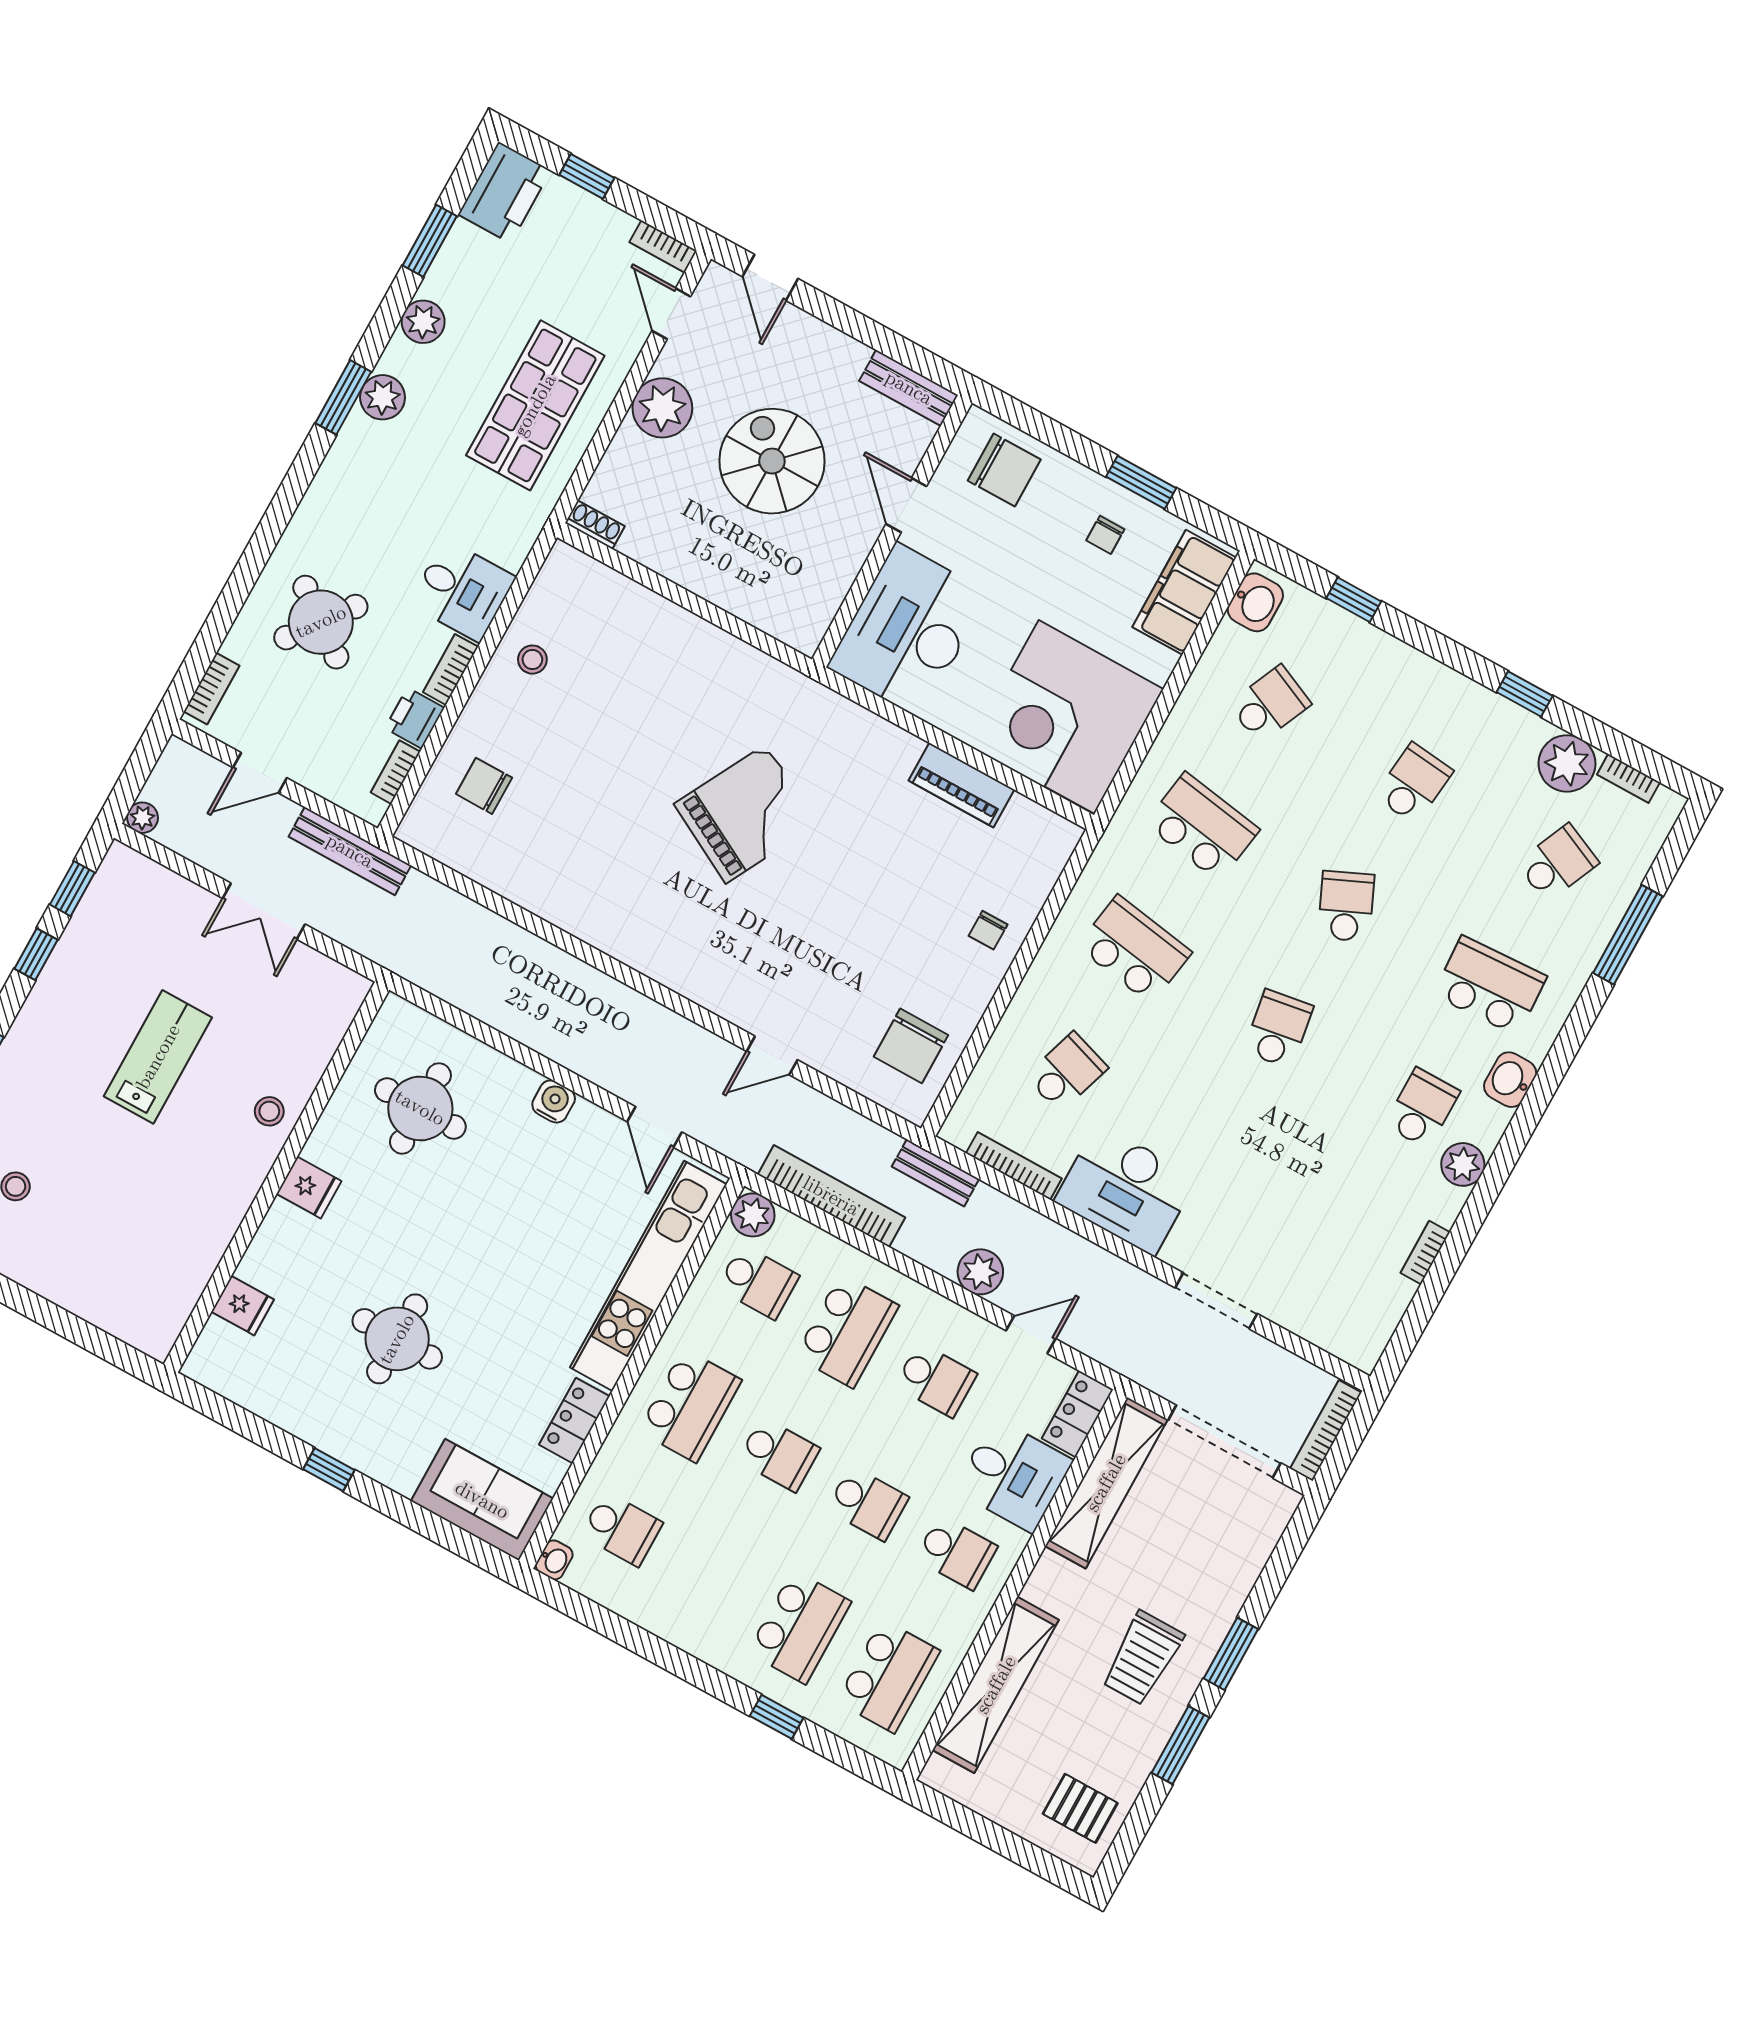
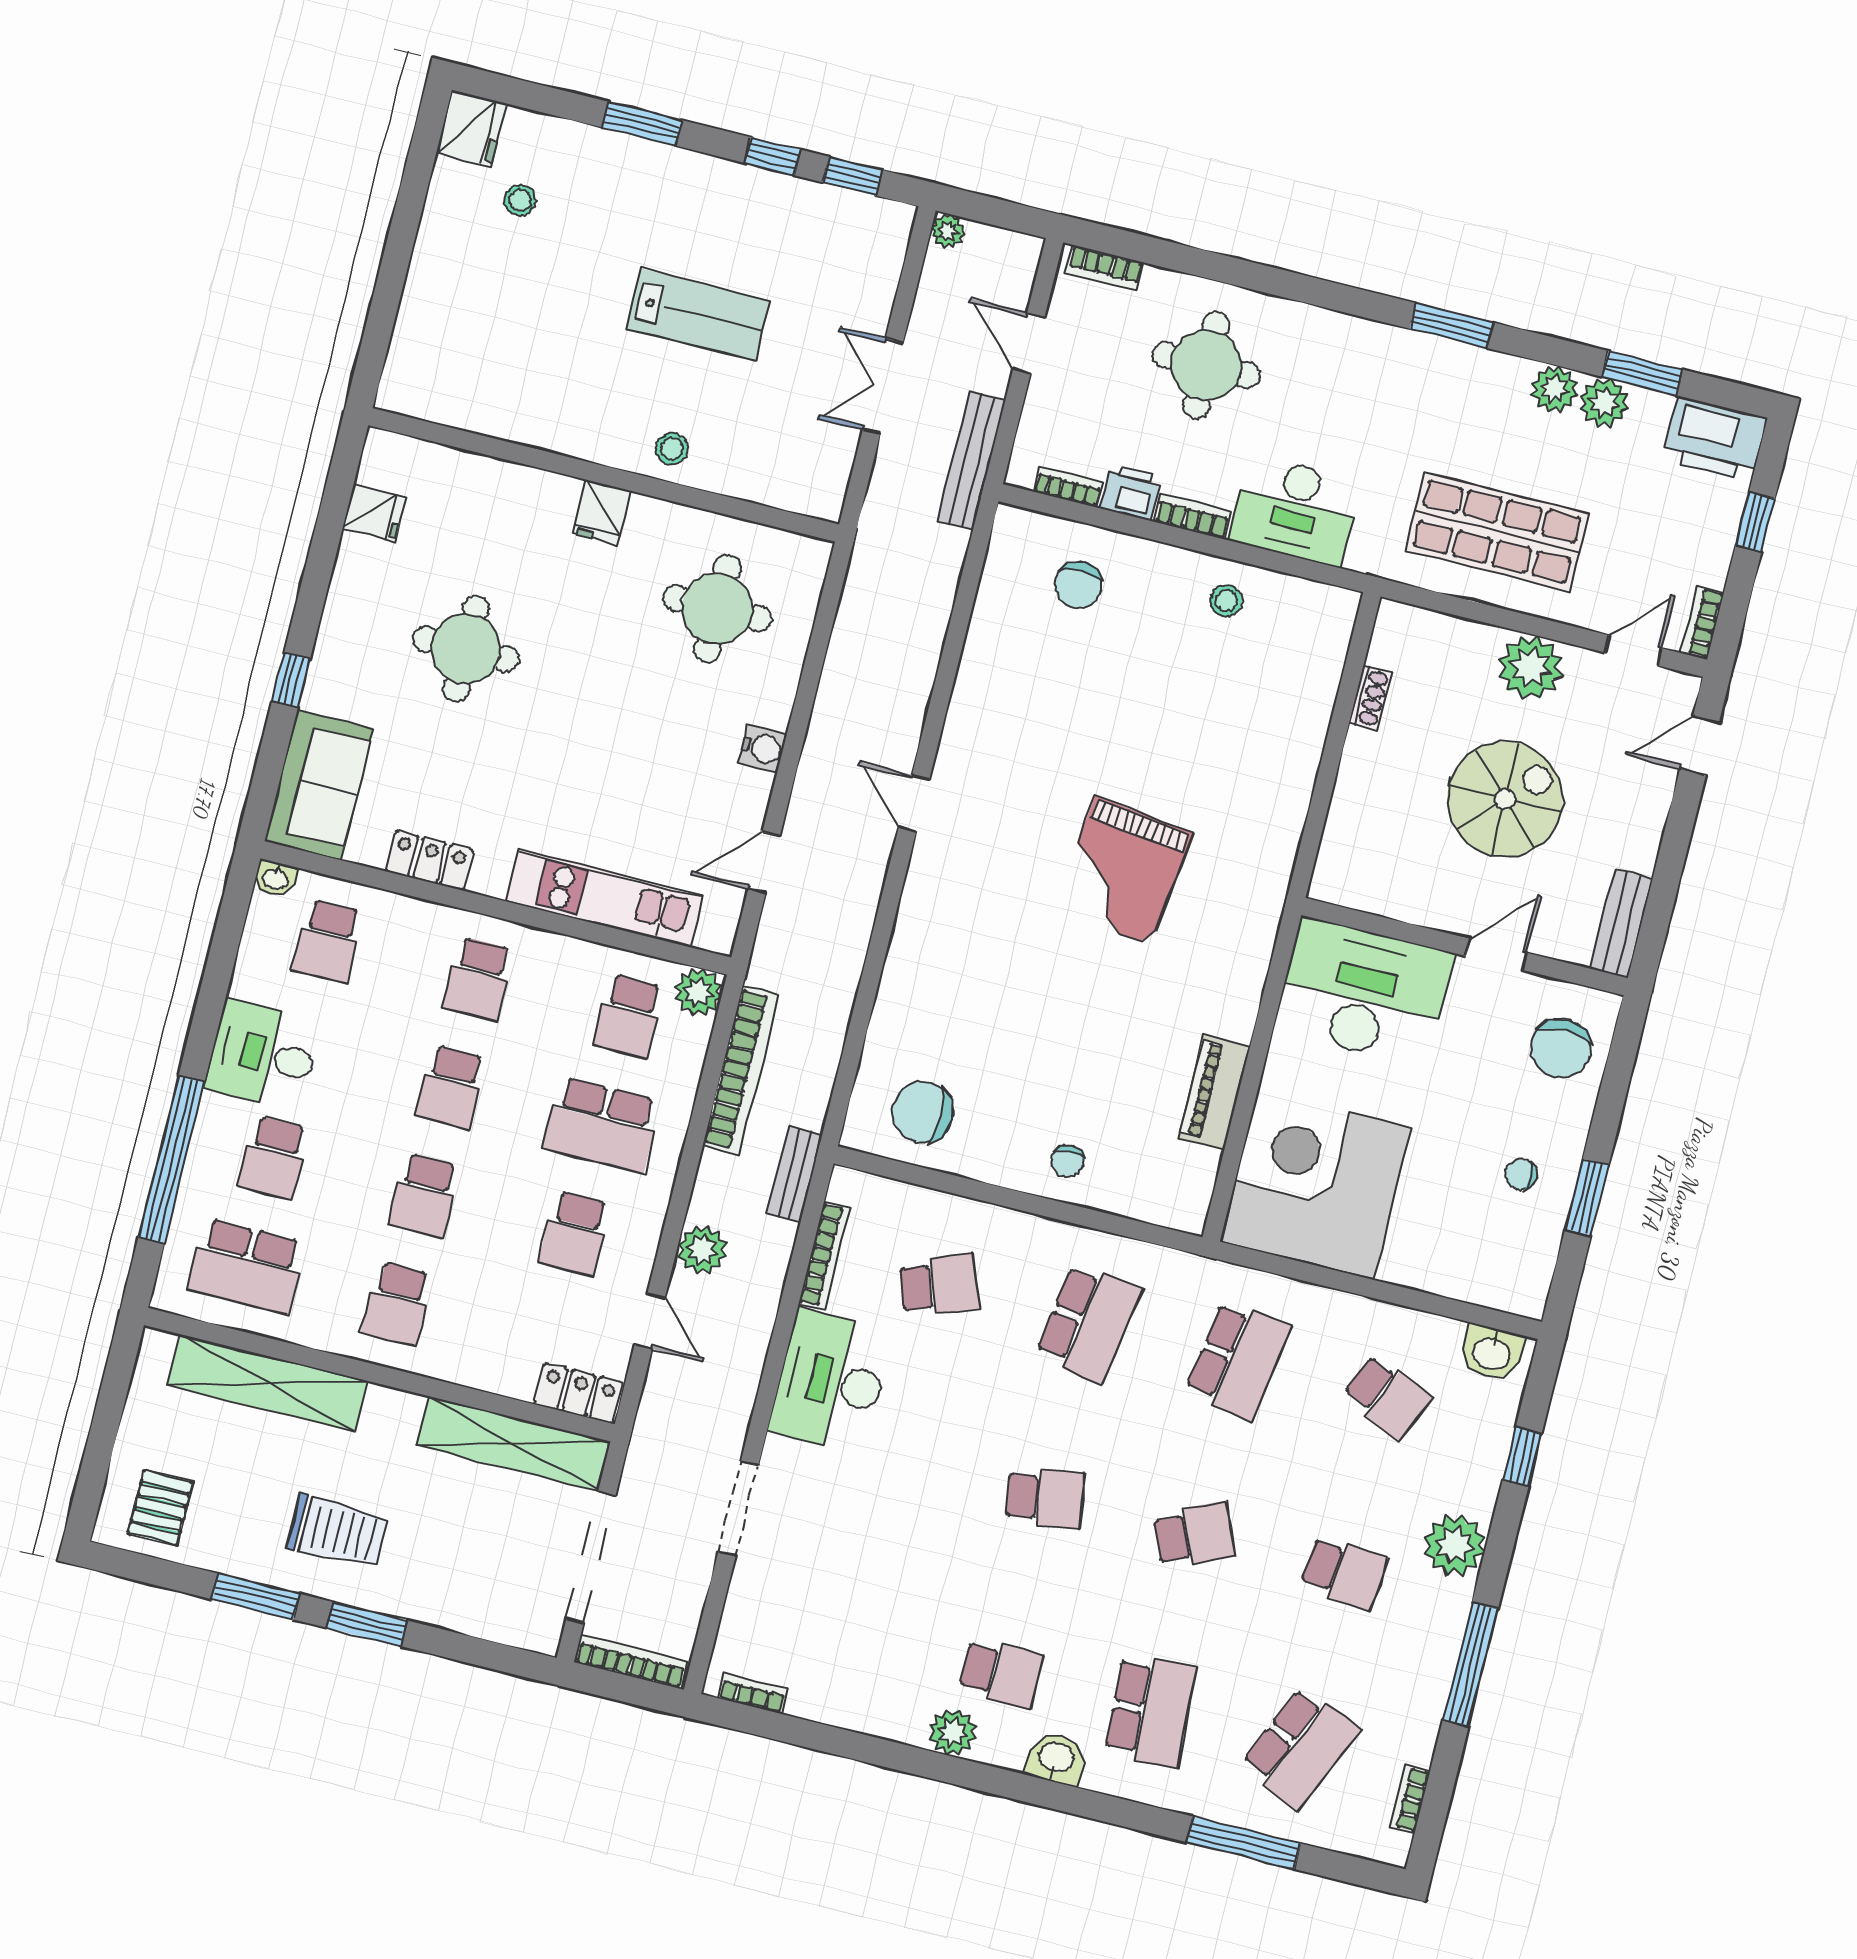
plant: (383, 397) -> (1604, 402), moved
shoe rack: (595, 525) -> (1370, 698), moved
desk: (462, 590) -> (1295, 510), width x1.37
filing cabinet: (1184, 592) -> (1482, 1274), removed
round table: (321, 622) -> (1206, 365), turned -37
window: (1525, 694) -> (1470, 1665), width x2.17
plant: (1567, 763) -> (1454, 1545), moved
chair: (484, 786) -> (1078, 585), turned 180
grand piano: (746, 814) -> (1123, 871), turned 69
school desk: (1558, 863) -> (1300, 1748), width x1.85
chair: (988, 930) -> (1068, 1161), turned -90
door: (772, 1056) -> (914, 803), moved
school desk: (1067, 1072) -> (939, 1285), turned -39
bookcase: (1425, 1252) -> (753, 1693), moved
kitchen unit: (648, 1276) -> (604, 898), width x0.73
fridge: (243, 1306) -> (374, 513), moved, turned -90
school desk: (690, 1405) -> (478, 979), width x0.54
window: (329, 1470) -> (291, 680), moved
desk: (1014, 1475) -> (263, 1055), moved, turned 90
school desk: (799, 1627) -> (273, 1158), width x0.54
trolley: (1142, 1658) -> (337, 1531), turned 180
window: (777, 1717) -> (172, 1159), width x3.17

